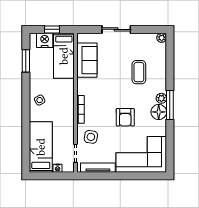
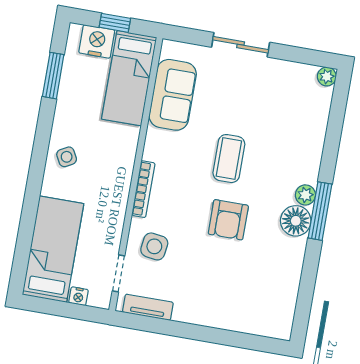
coffee table: (139, 72) -> (229, 159), moved
corner sofa: (141, 154) -> (247, 298), removed
tv unit: (98, 168) -> (148, 307), width x0.71

